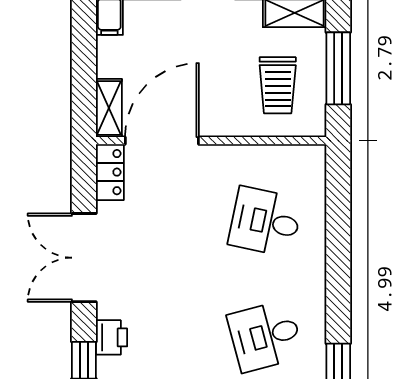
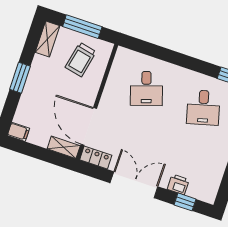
trolley: (278, 85) -> (81, 60), turned 102
desk: (265, 222) -> (146, 88), turned -30
double door: (84, 258) -> (134, 185), swing flipped

